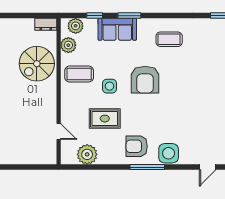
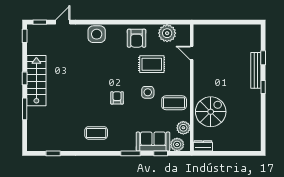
sofa: (117, 29) -> (153, 142), moved
armchair: (145, 80) -> (117, 98), width x0.53, depth x0.53
armchair: (137, 146) -> (137, 38), moved, turned 90
window: (147, 167) -> (115, 22), removed

